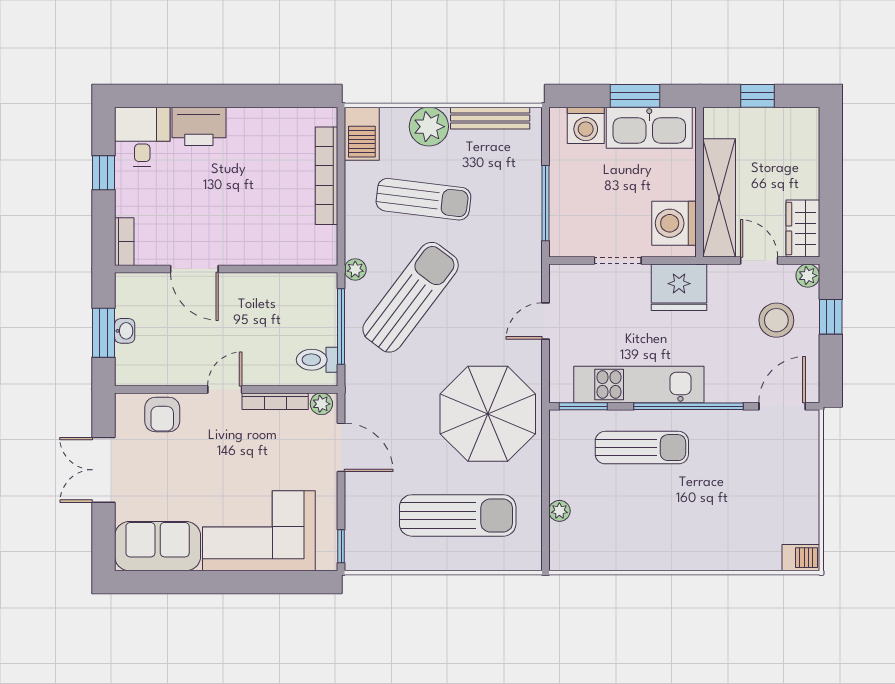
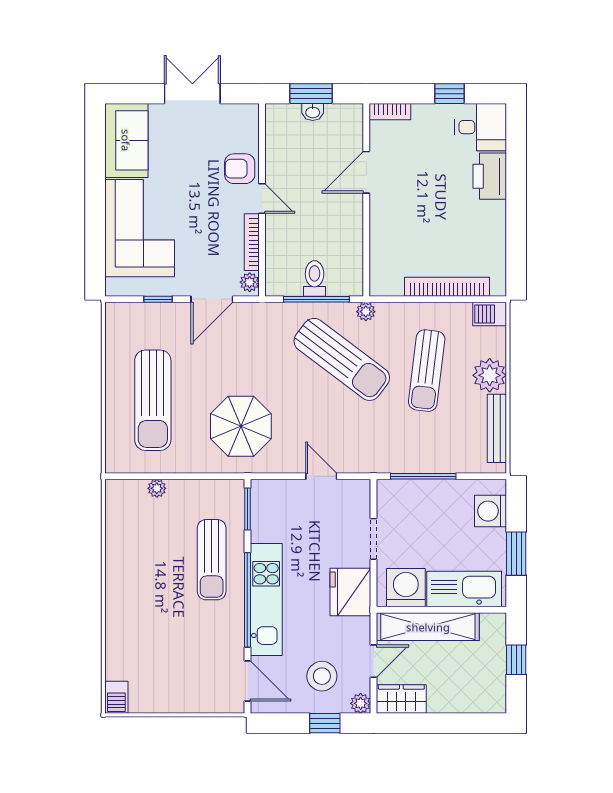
kitchen sink: (649, 128) -> (464, 589), moved, turned 90
barbecue: (362, 134) -> (490, 314), width x0.73, depth x0.79
toilet: (317, 360) -> (315, 278), moved
kitchen unit: (639, 385) -> (266, 600), moved
parasol: (488, 414) -> (241, 426), width x0.73, depth x0.73
armchair: (162, 415) -> (240, 169), moved
window: (341, 546) -> (158, 299), moved

